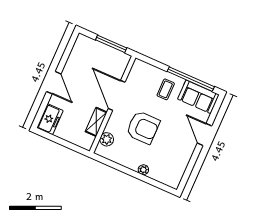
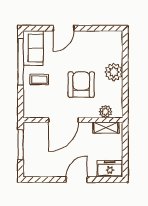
shelving: (96, 122) -> (106, 128), moved
plant: (143, 170) -> (114, 72), width x1.87, depth x1.87

